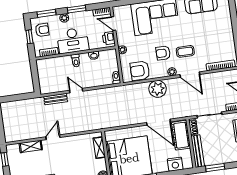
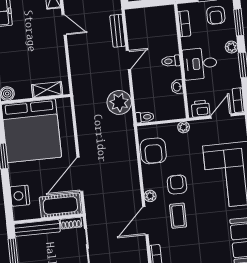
desk: (73, 40) -> (200, 64), width x0.73
armchair: (140, 71) -> (153, 151), turned 180
plant: (158, 89) -> (119, 102), moved

